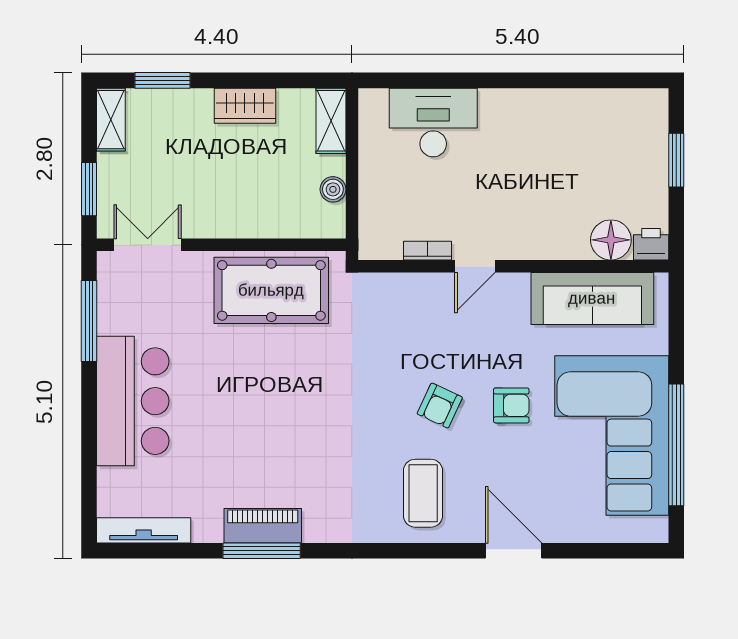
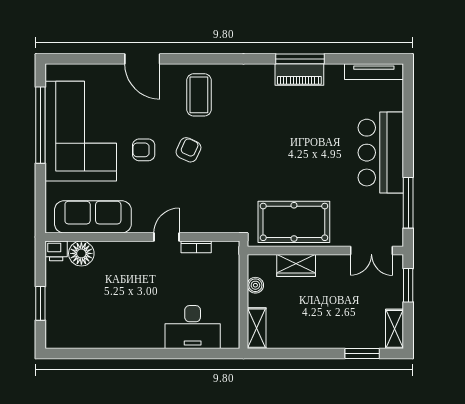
wardrobe: (245, 106) -> (296, 265), moved, turned 180

